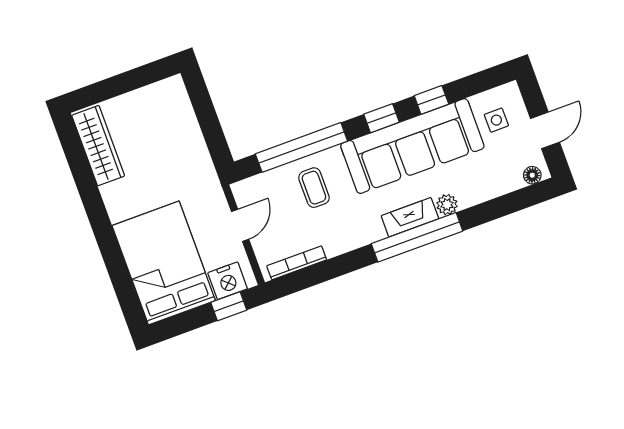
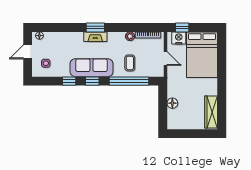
floor lamp: (190, 134) -> (172, 103), added
sofa: (412, 146) -> (91, 68), width x0.74, depth x0.79
plant: (447, 205) -> (130, 36), moved
door: (240, 225) -> (165, 59), swing flipped
window: (417, 237) -> (95, 27), width x0.47

